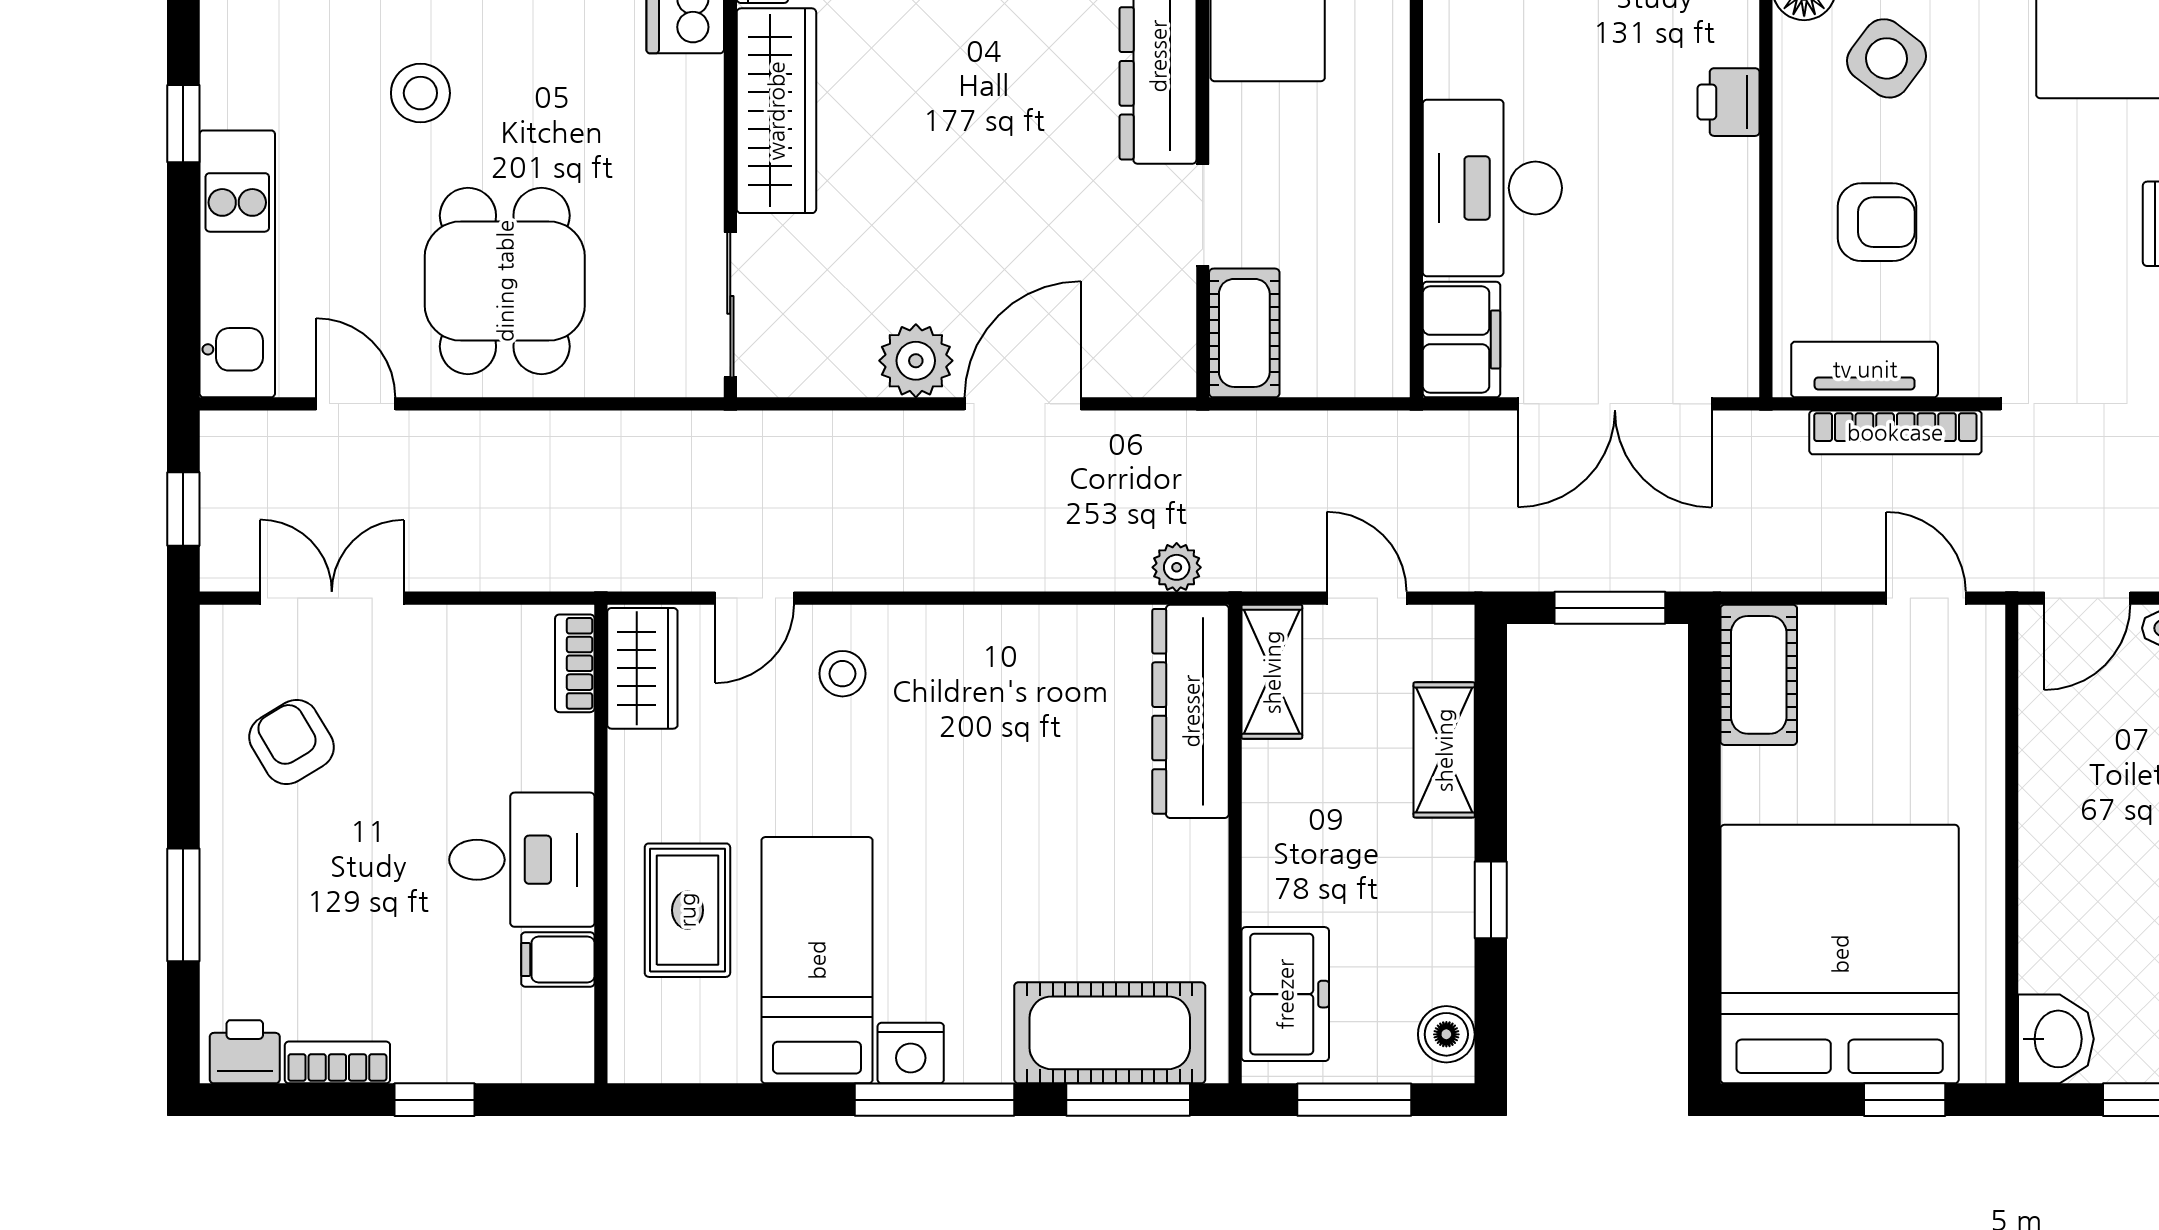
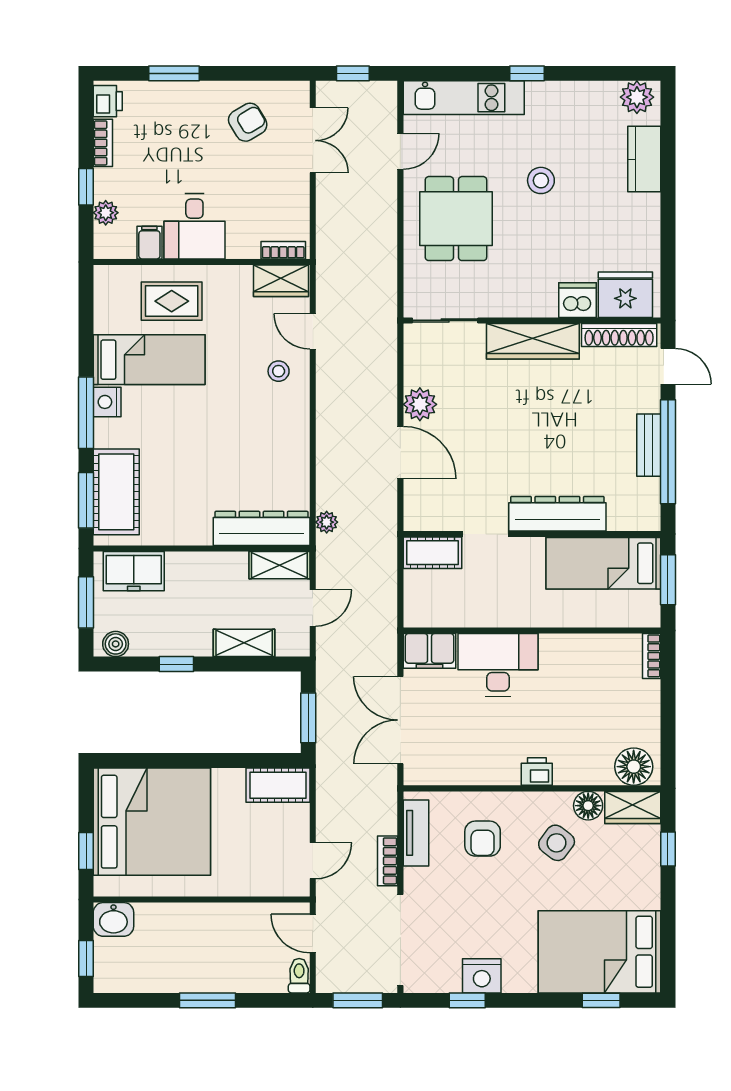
dining table: (505, 281) -> (456, 219), turned 90
bookcase: (1895, 432) -> (388, 861), width x0.64
plant: (492, 1056) -> (106, 213), added

